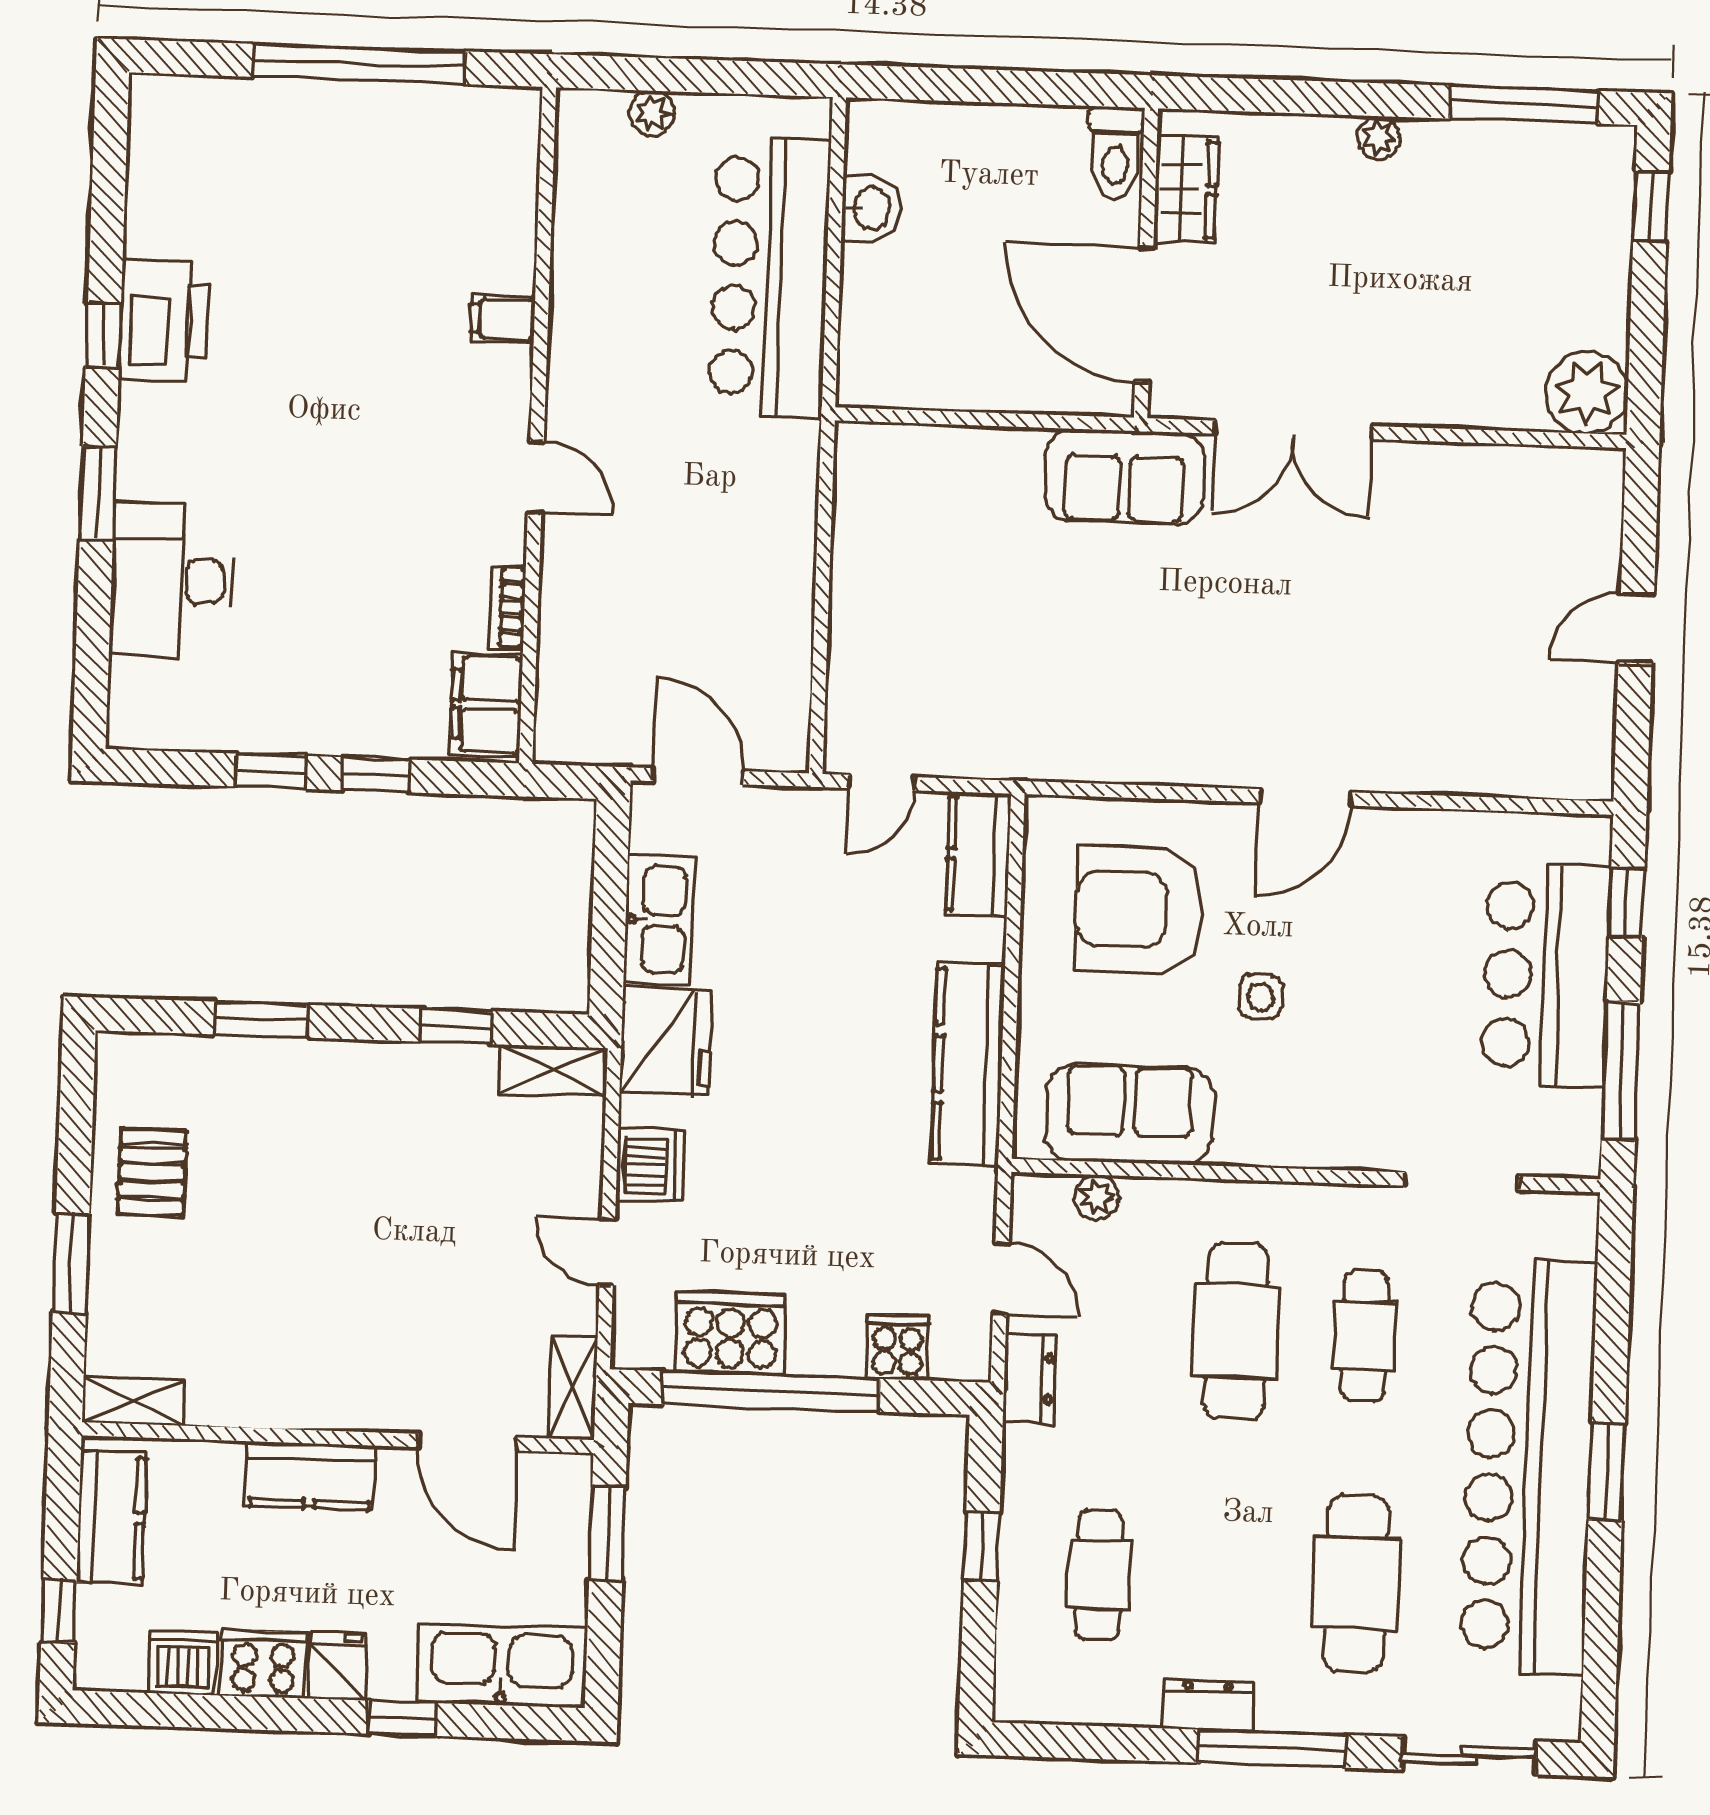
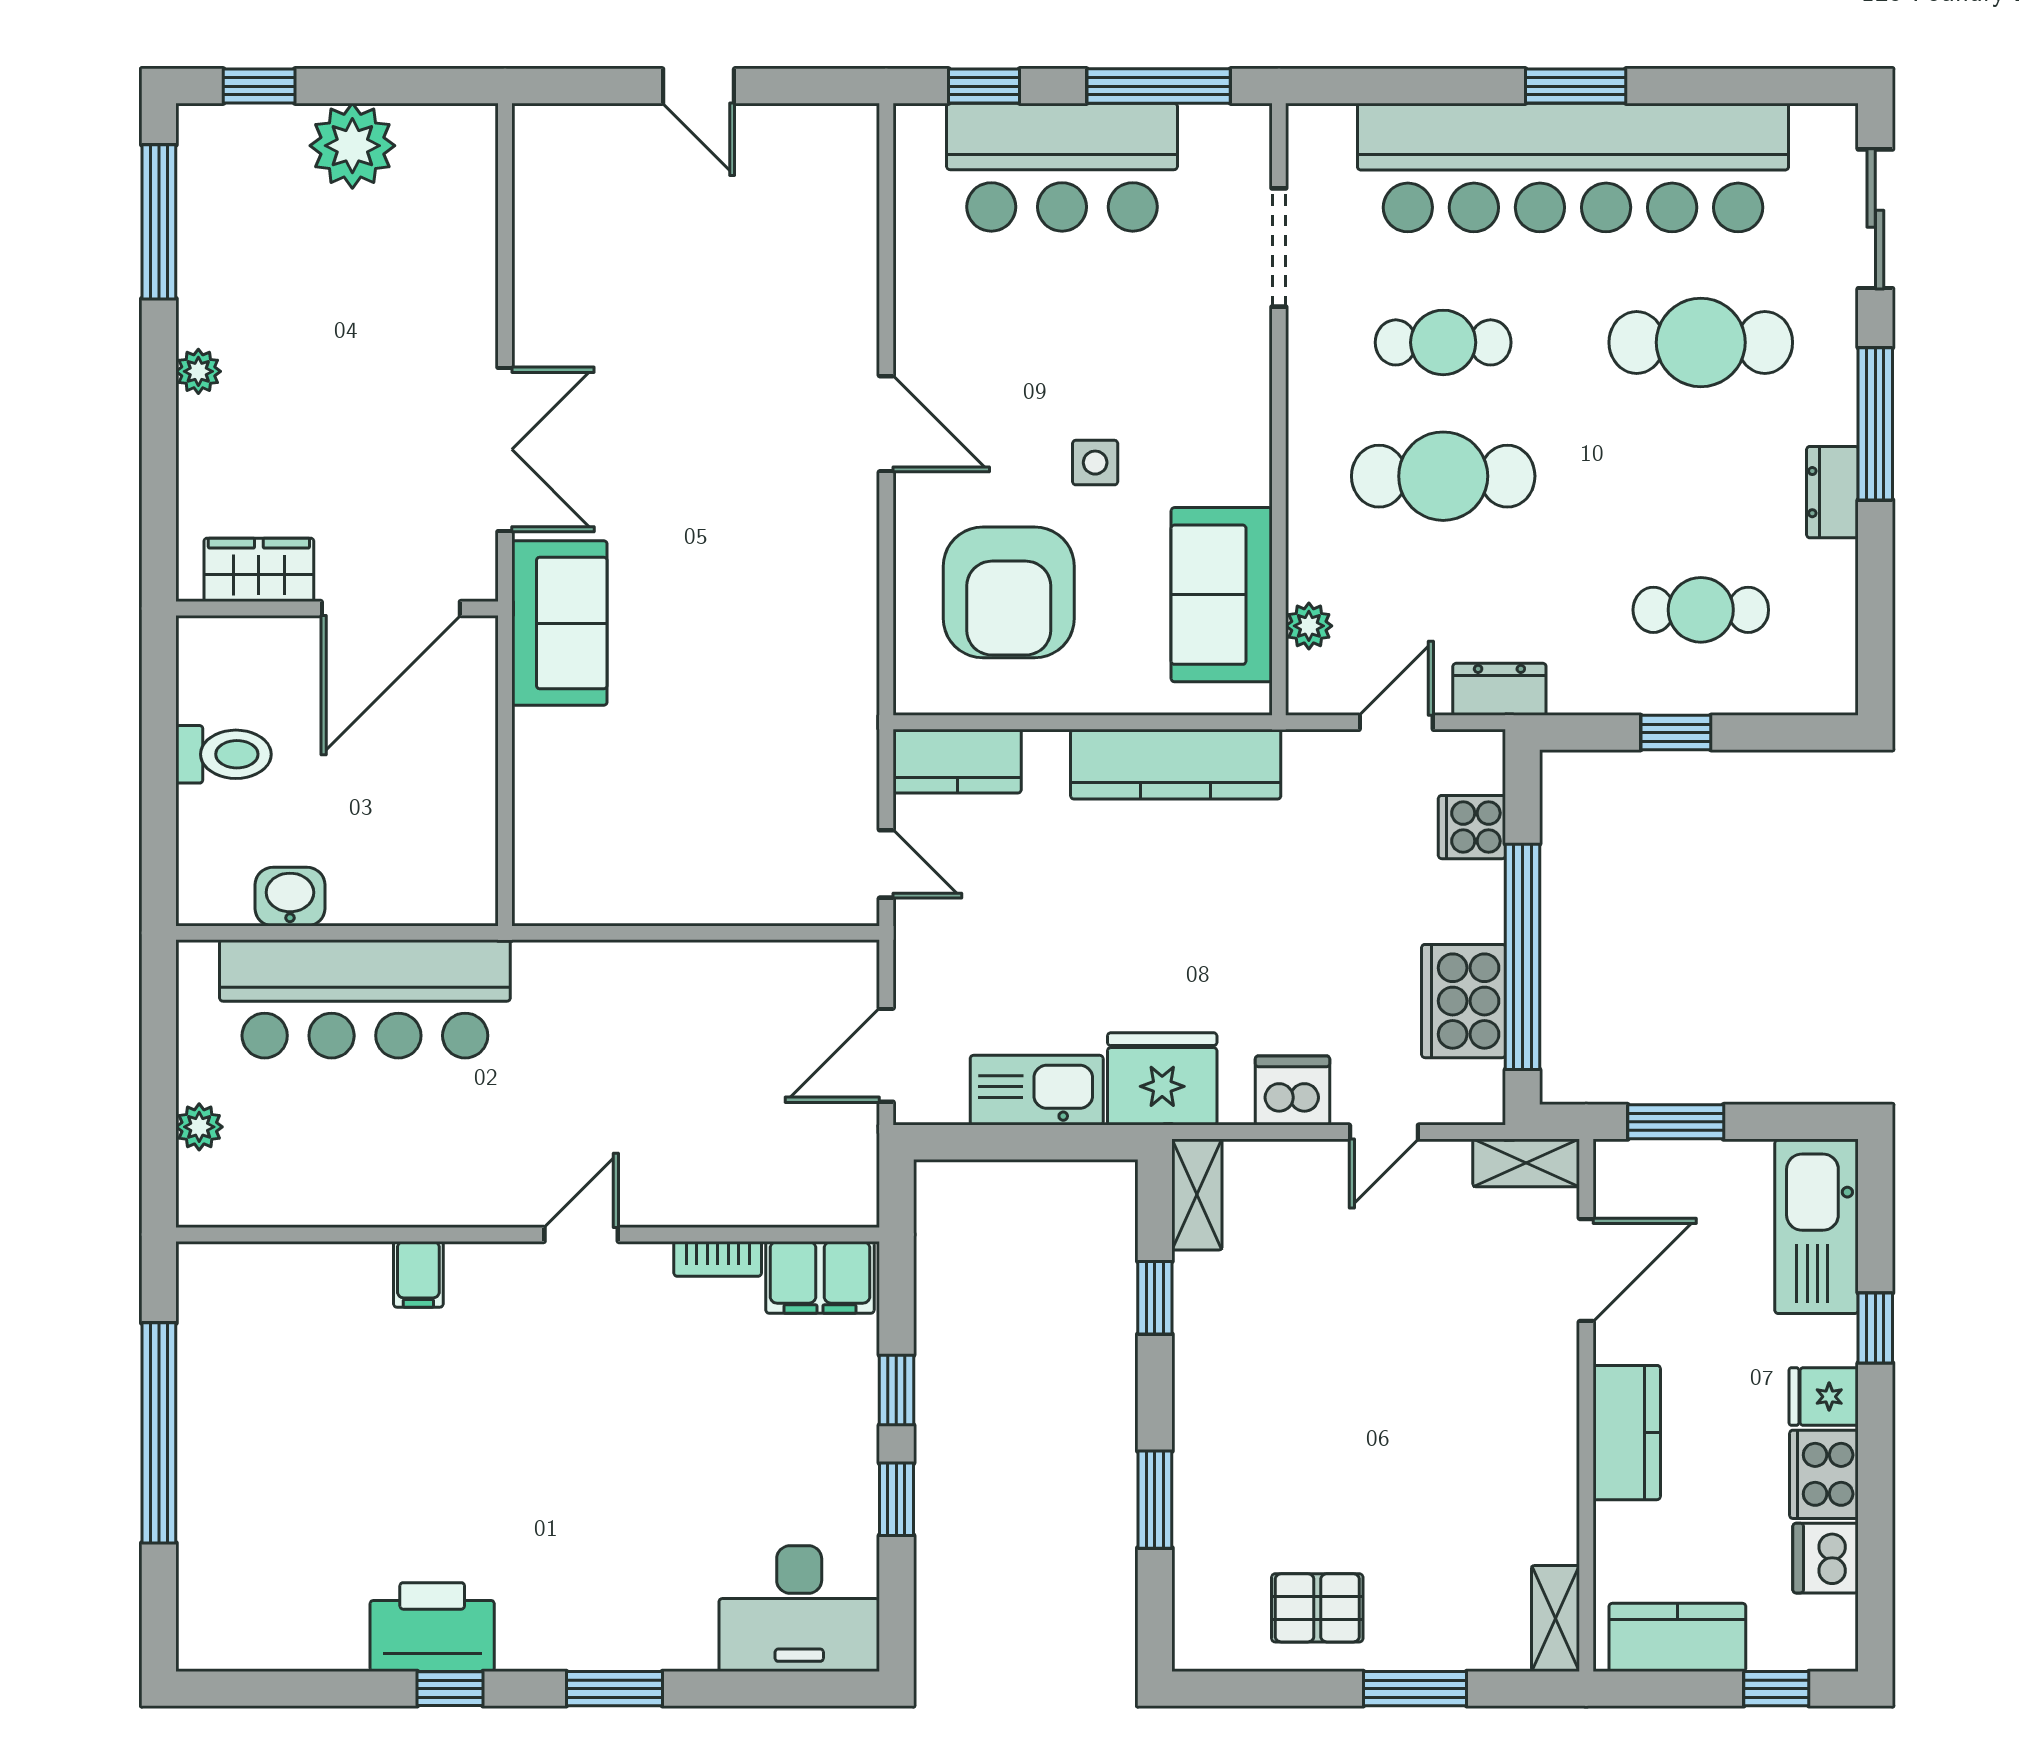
toilet: (1115, 153) -> (224, 754), moved
plant: (1587, 393) -> (352, 146), moved
desk: (172, 580) -> (799, 1609), moved

